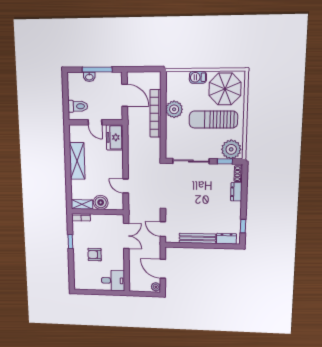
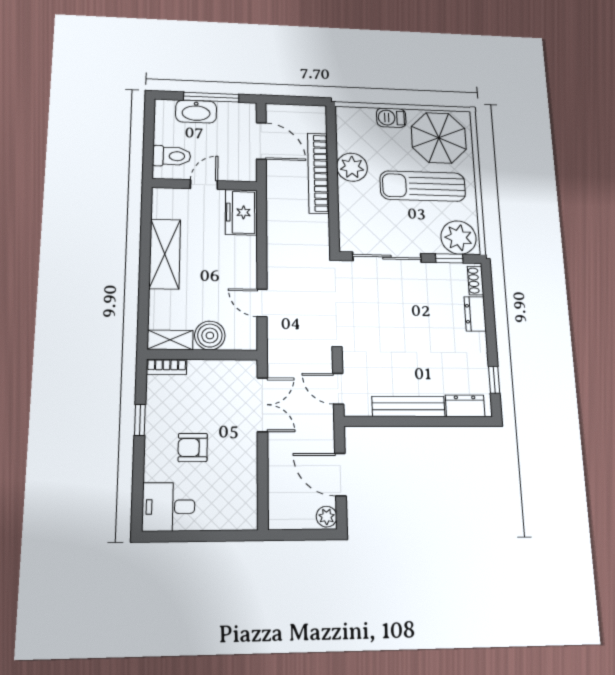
washbasin: (89, 77) -> (196, 112), width x1.91, depth x1.45
door: (95, 122) -> (204, 185), swing flipped
desk: (113, 281) -> (168, 507), moved, turned 180

